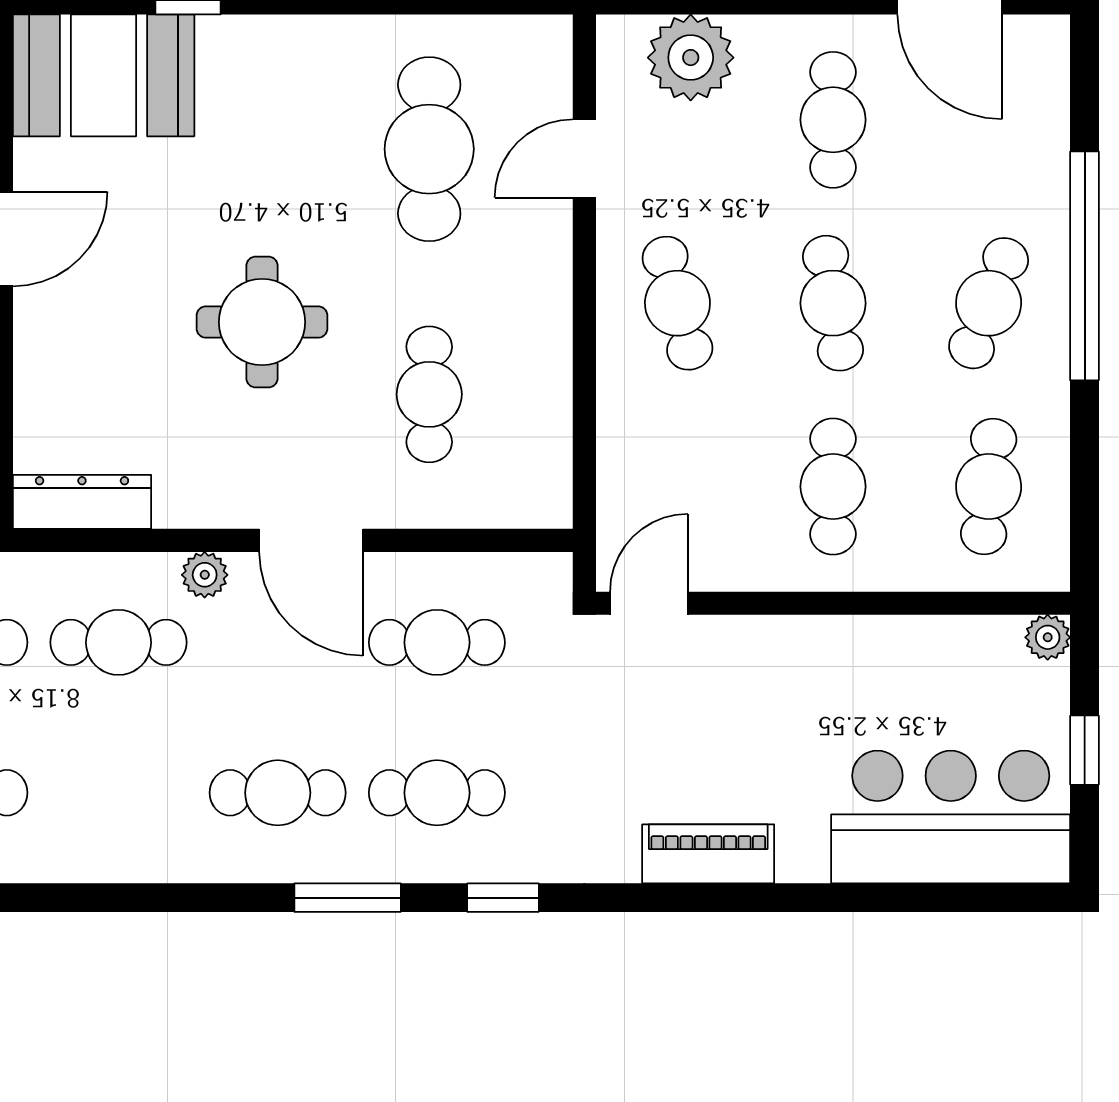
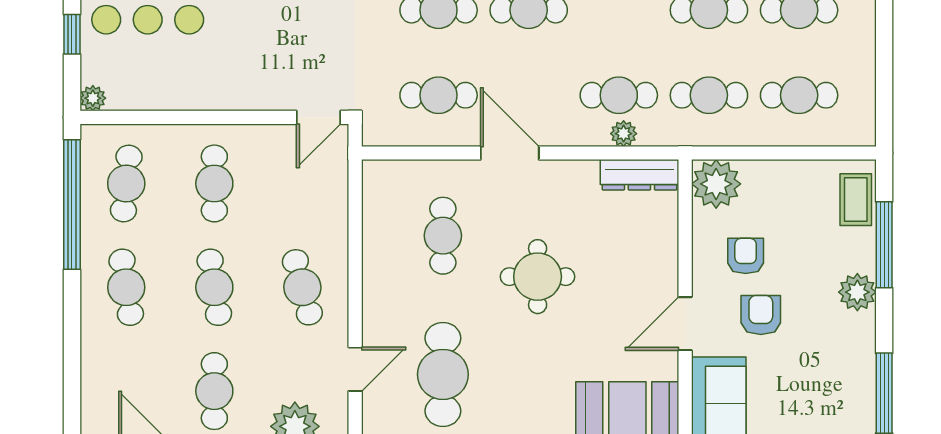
window: (1085, 266) -> (72, 204), moved
cafe table: (989, 303) -> (126, 287), turned -30
plant: (205, 575) -> (624, 134), moved

